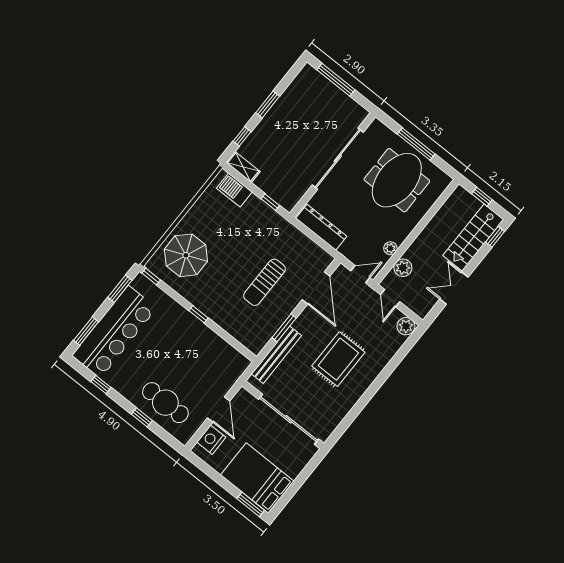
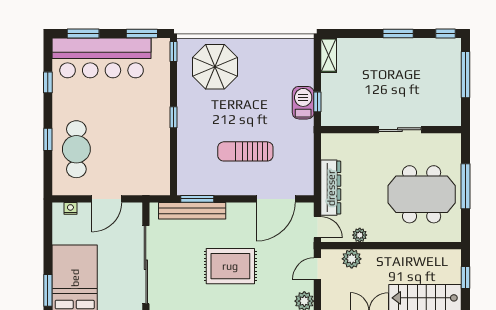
window: (242, 136) -> (445, 33), moved
sliding door: (338, 159) -> (400, 130), width x0.54
barbecue: (234, 190) -> (303, 103), moved
dresser: (321, 227) -> (331, 188), moved
window: (284, 328) -> (197, 199), moved
nightstand: (211, 440) -> (70, 208), width x0.53, depth x0.56

